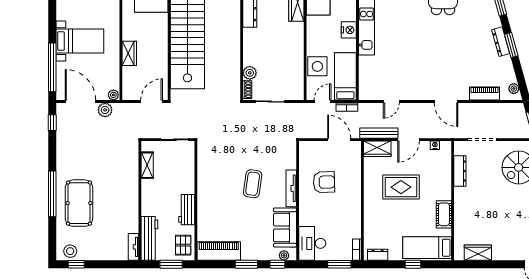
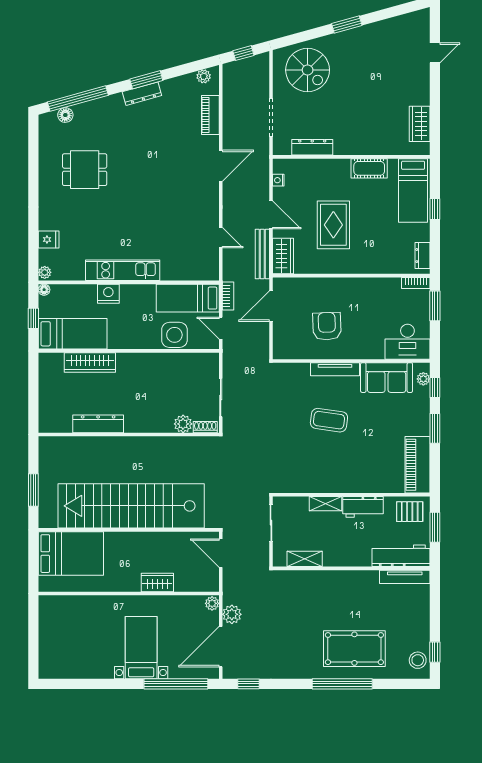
nightstand: (349, 30) -> (108, 294), moved
shelving: (189, 181) -> (326, 504), added
tv unit: (134, 247) -> (405, 577), width x1.41

